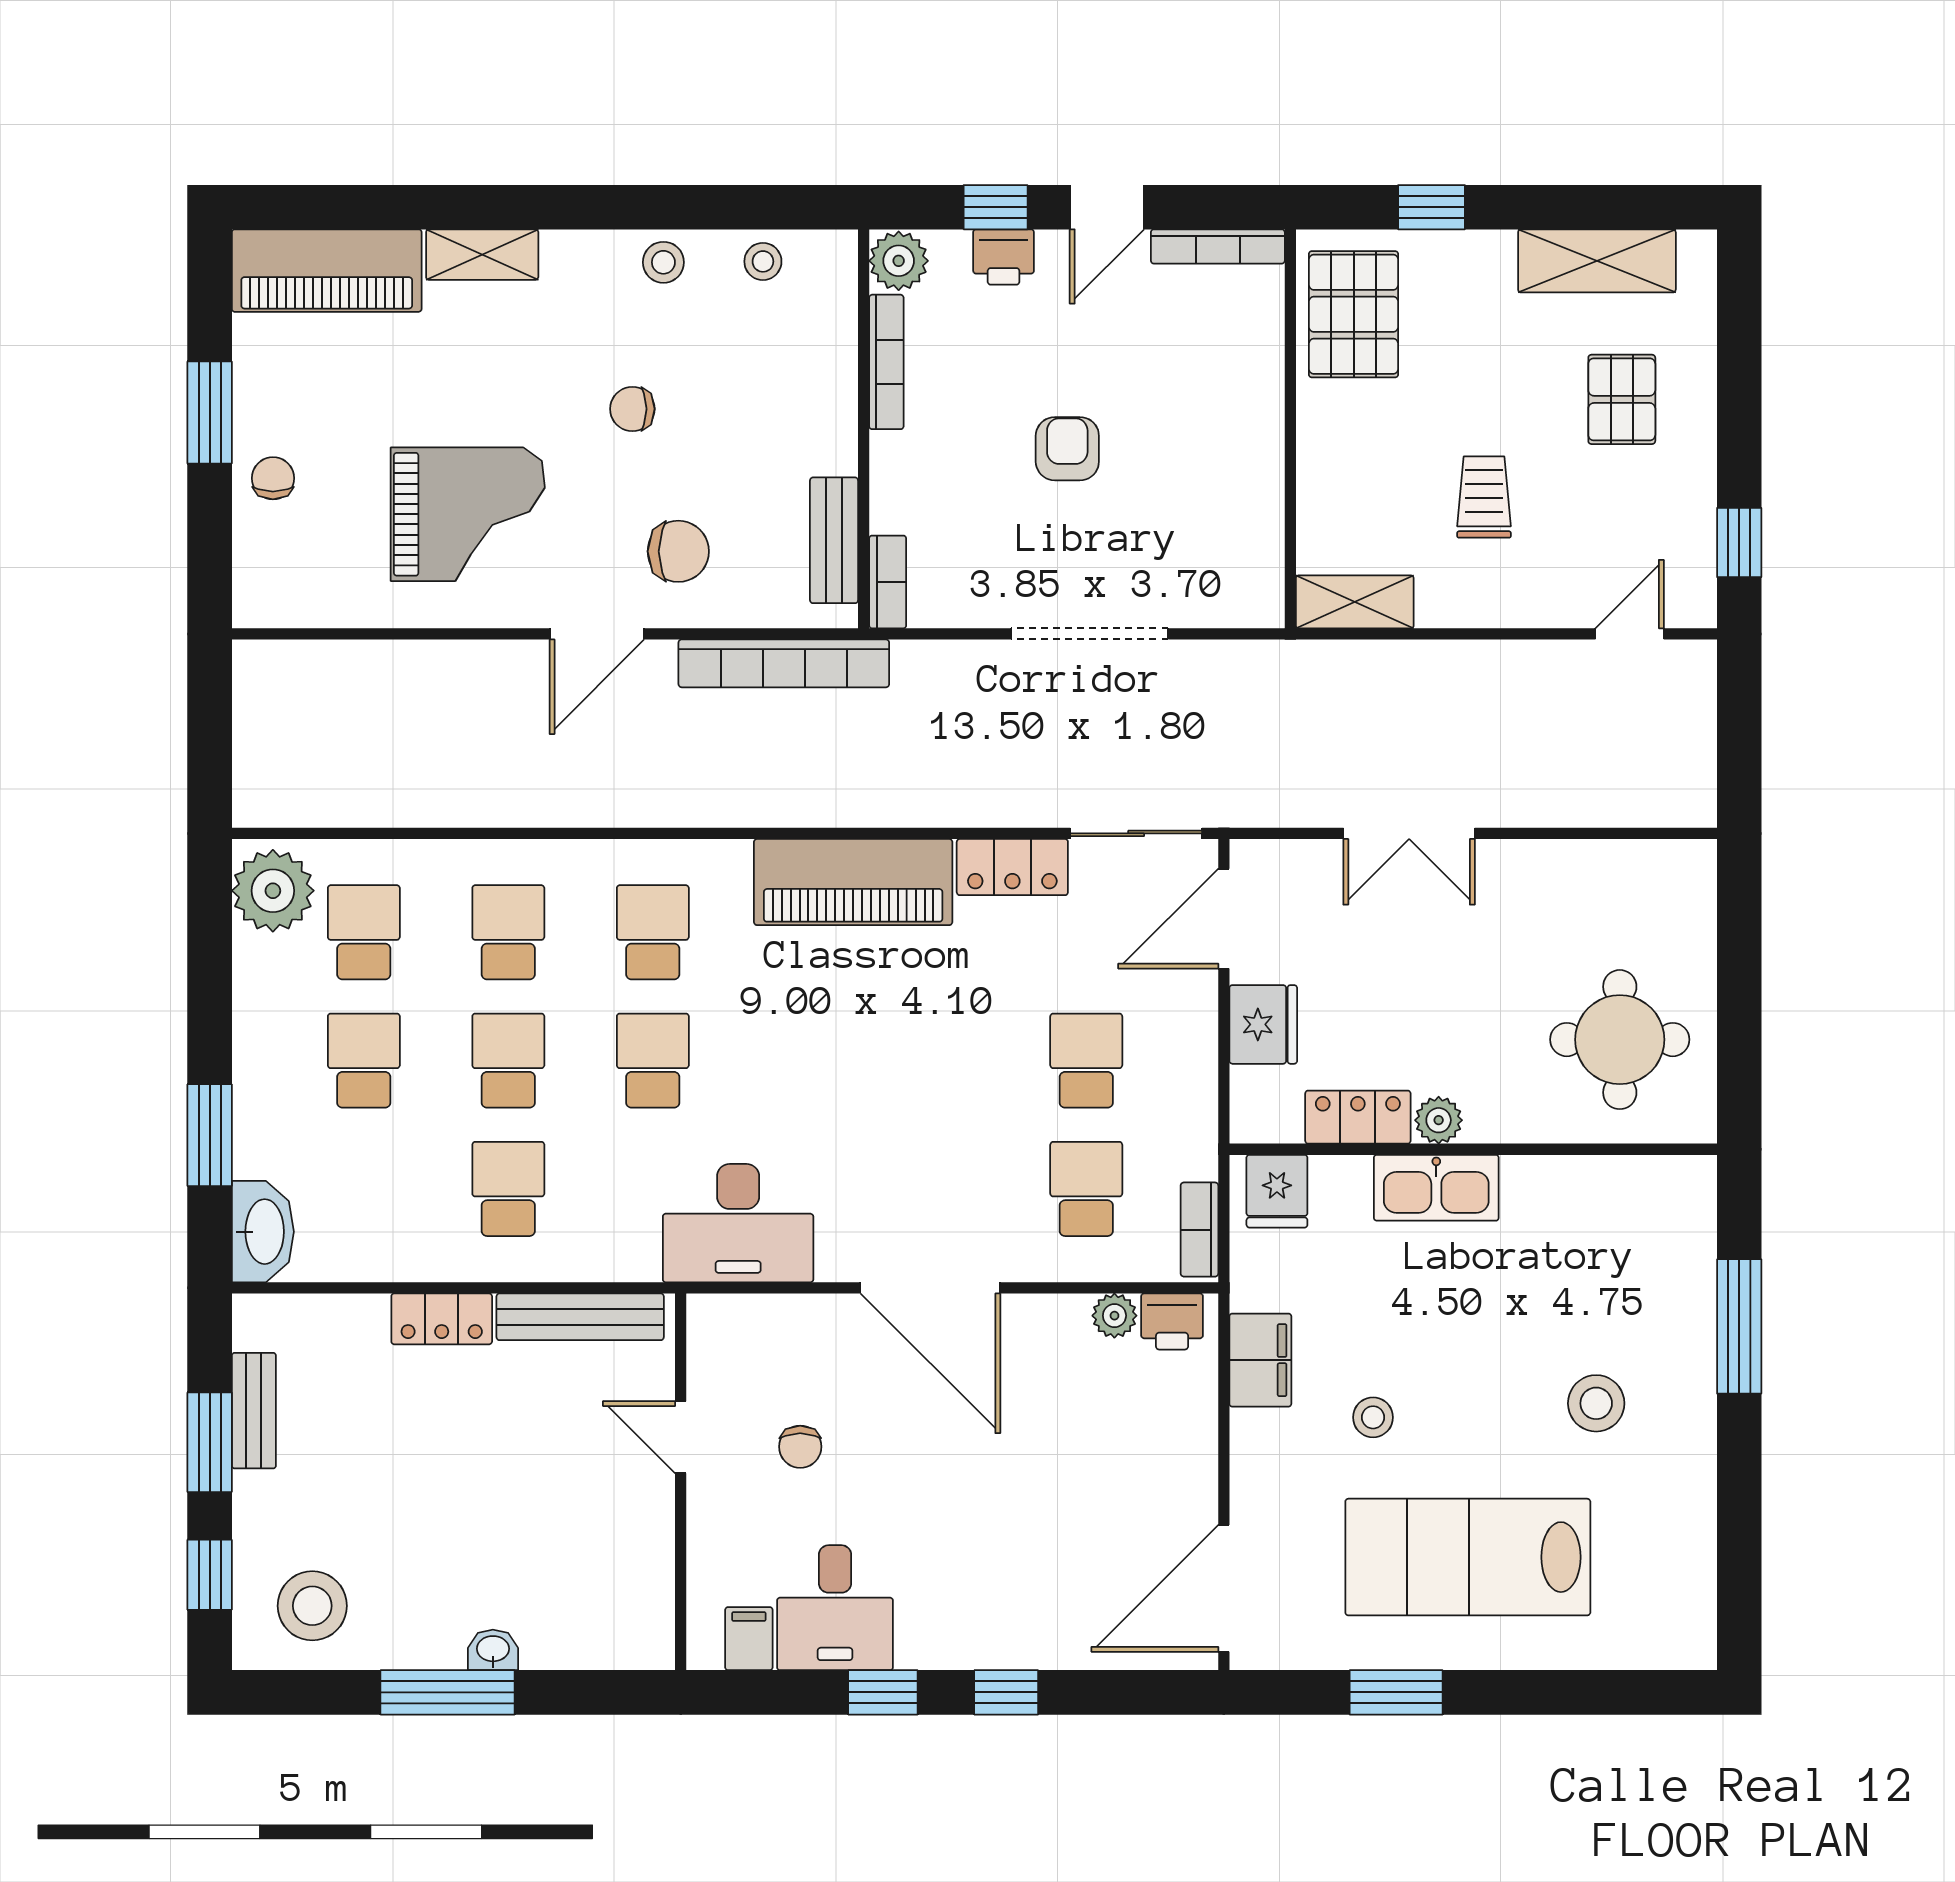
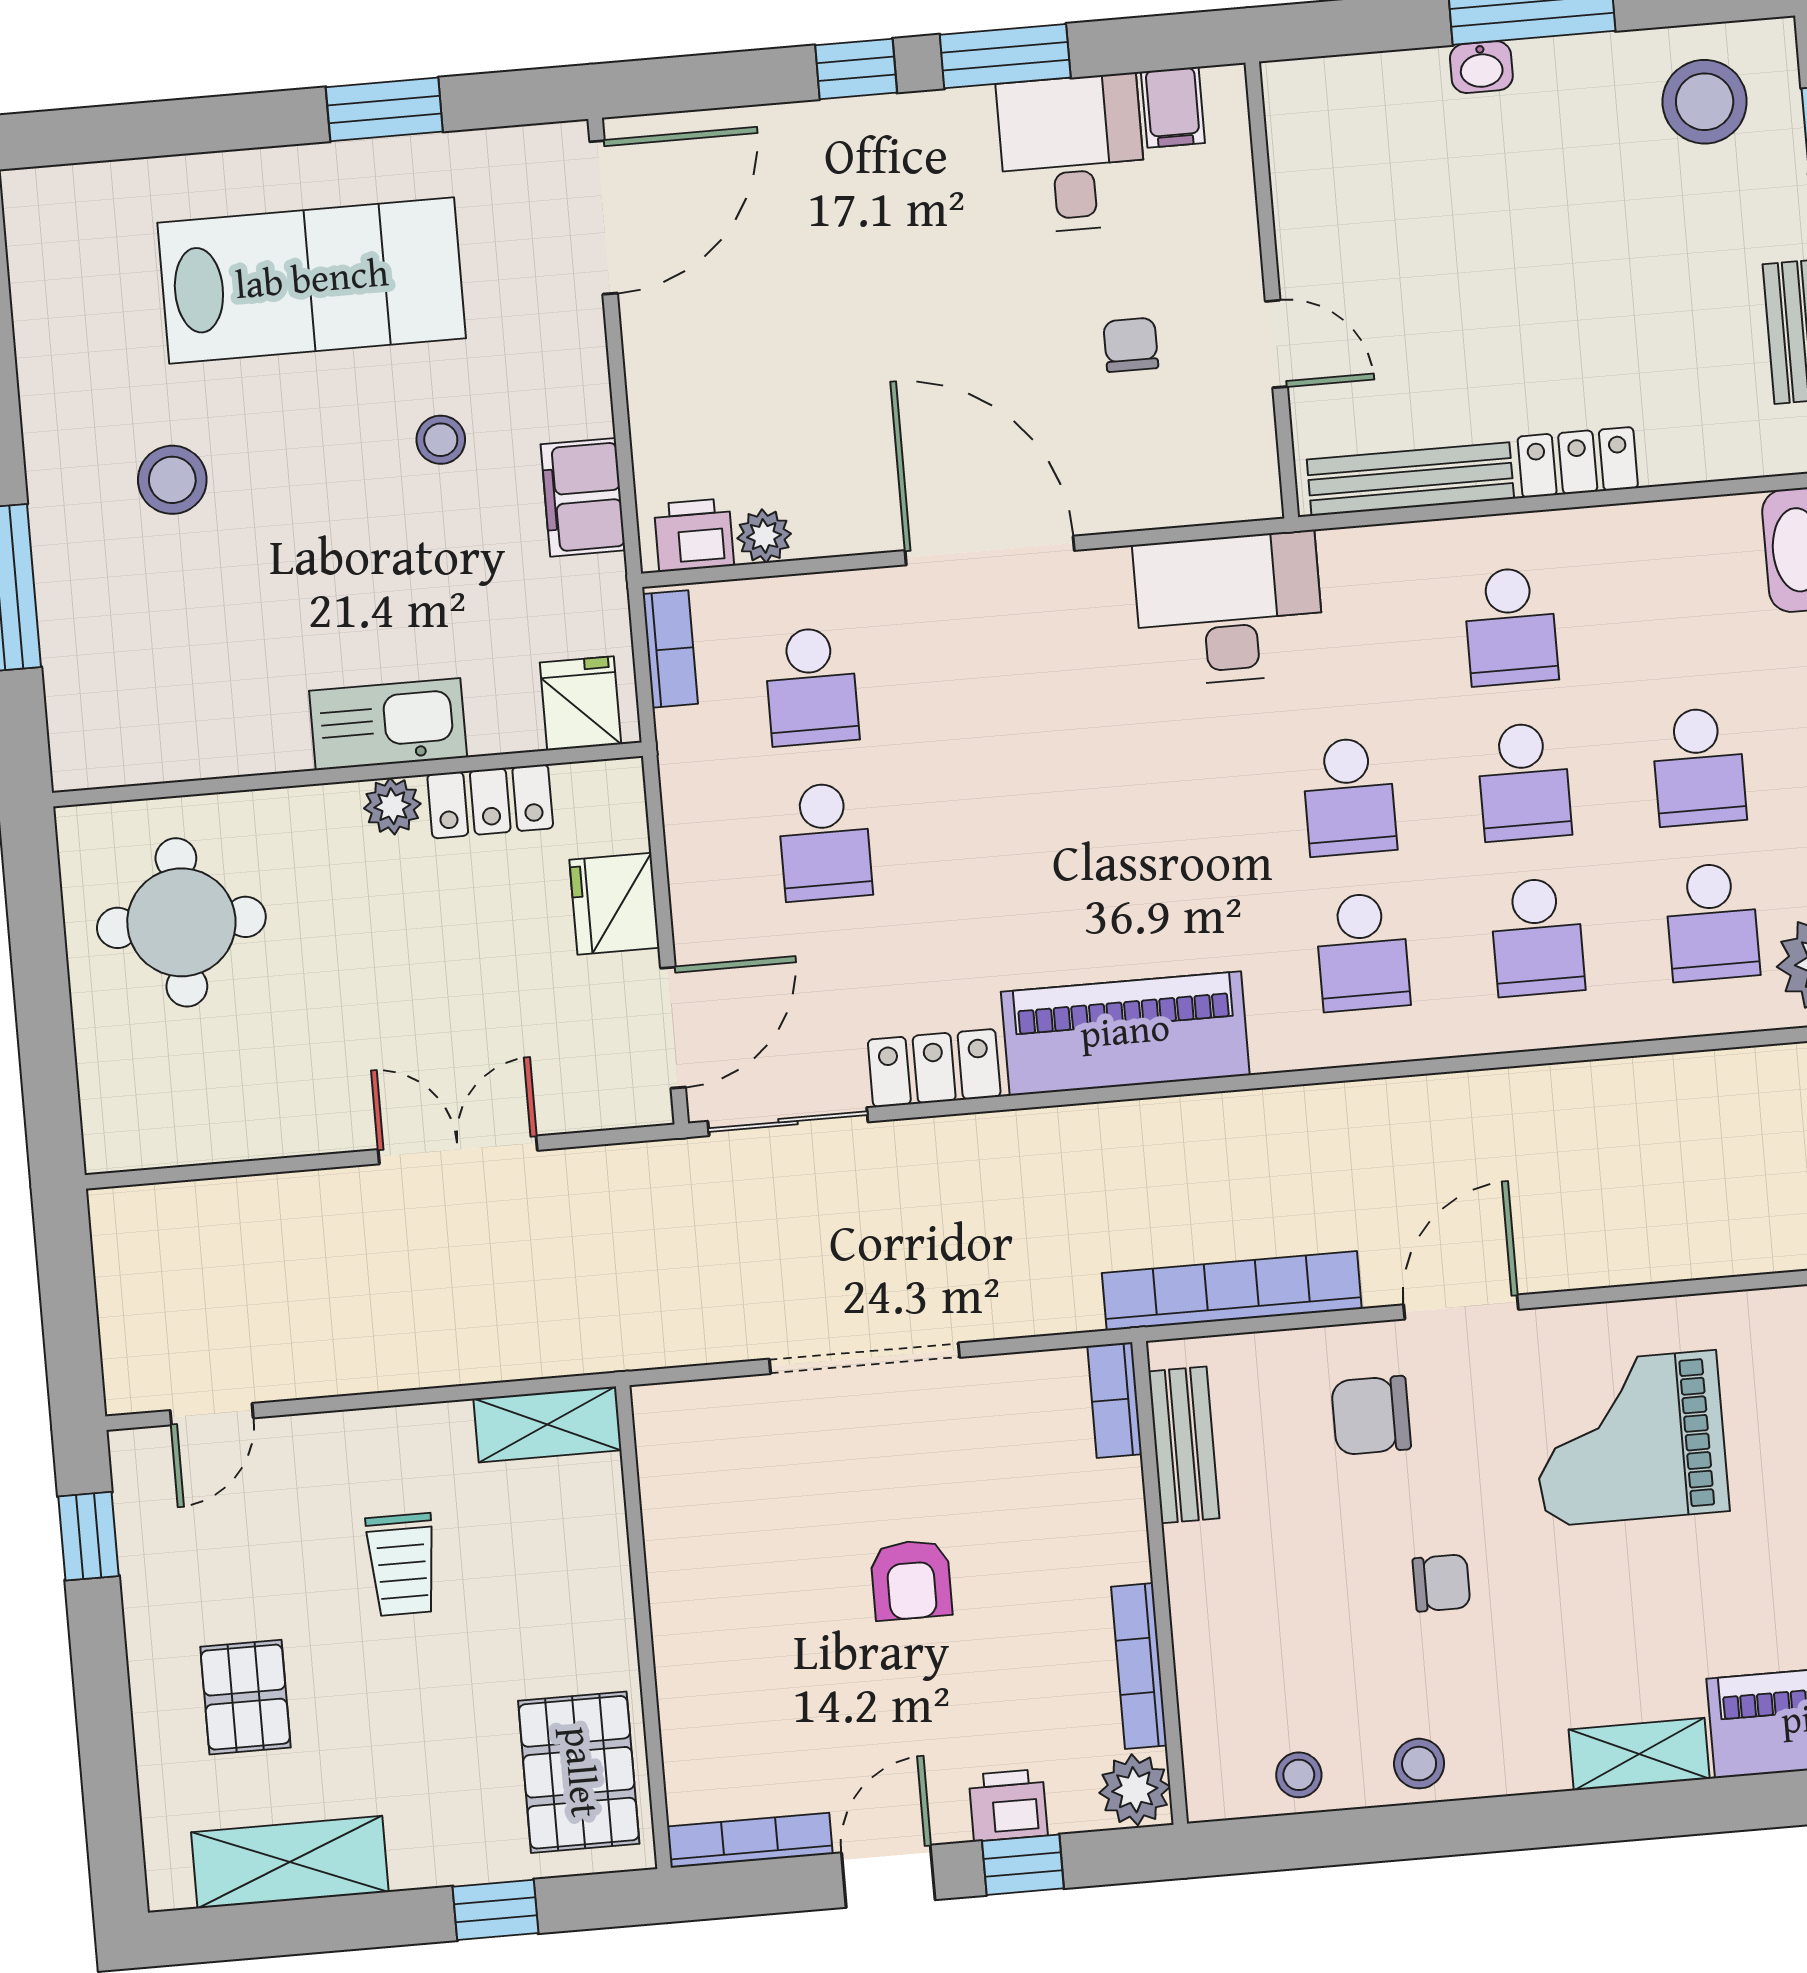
window: (883, 1692) -> (1005, 56), width x1.50

